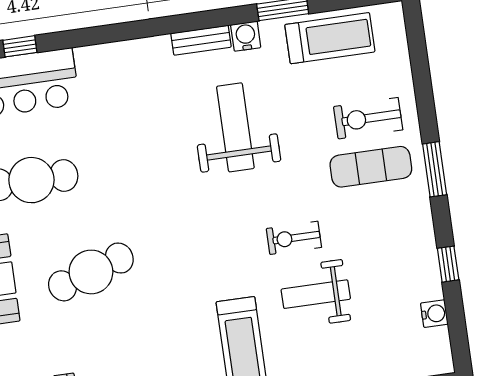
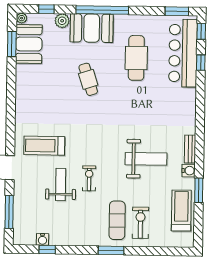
treadmill: (330, 38) -> (181, 211), turned 180
window: (448, 264) -> (47, 249), moved
cafe table: (91, 272) -> (88, 79), width x0.73, depth x0.74

